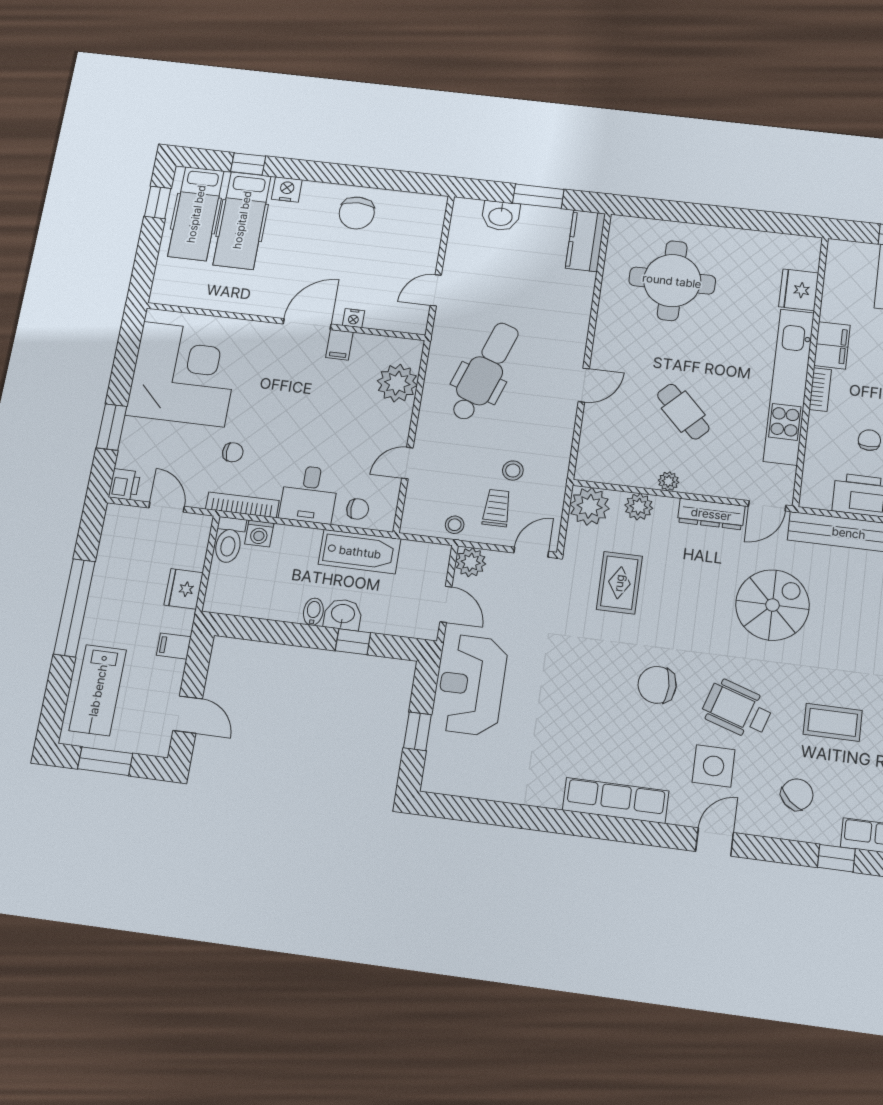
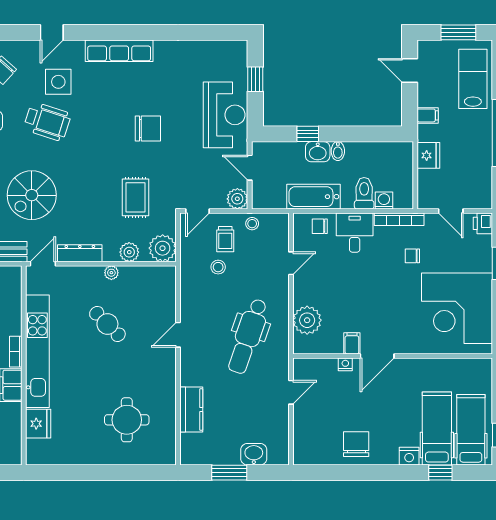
kitchen counter: (585, 241) -> (191, 410), moved
round table: (672, 281) -> (127, 420), width x0.73, depth x0.73
toilet: (229, 540) -> (364, 193), moved
chair: (657, 685) -> (148, 129), moved

